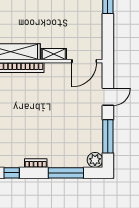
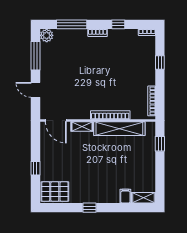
door: (84, 61) -> (56, 121), swing flipped
door: (108, 97) -> (35, 90), hinge flipped

